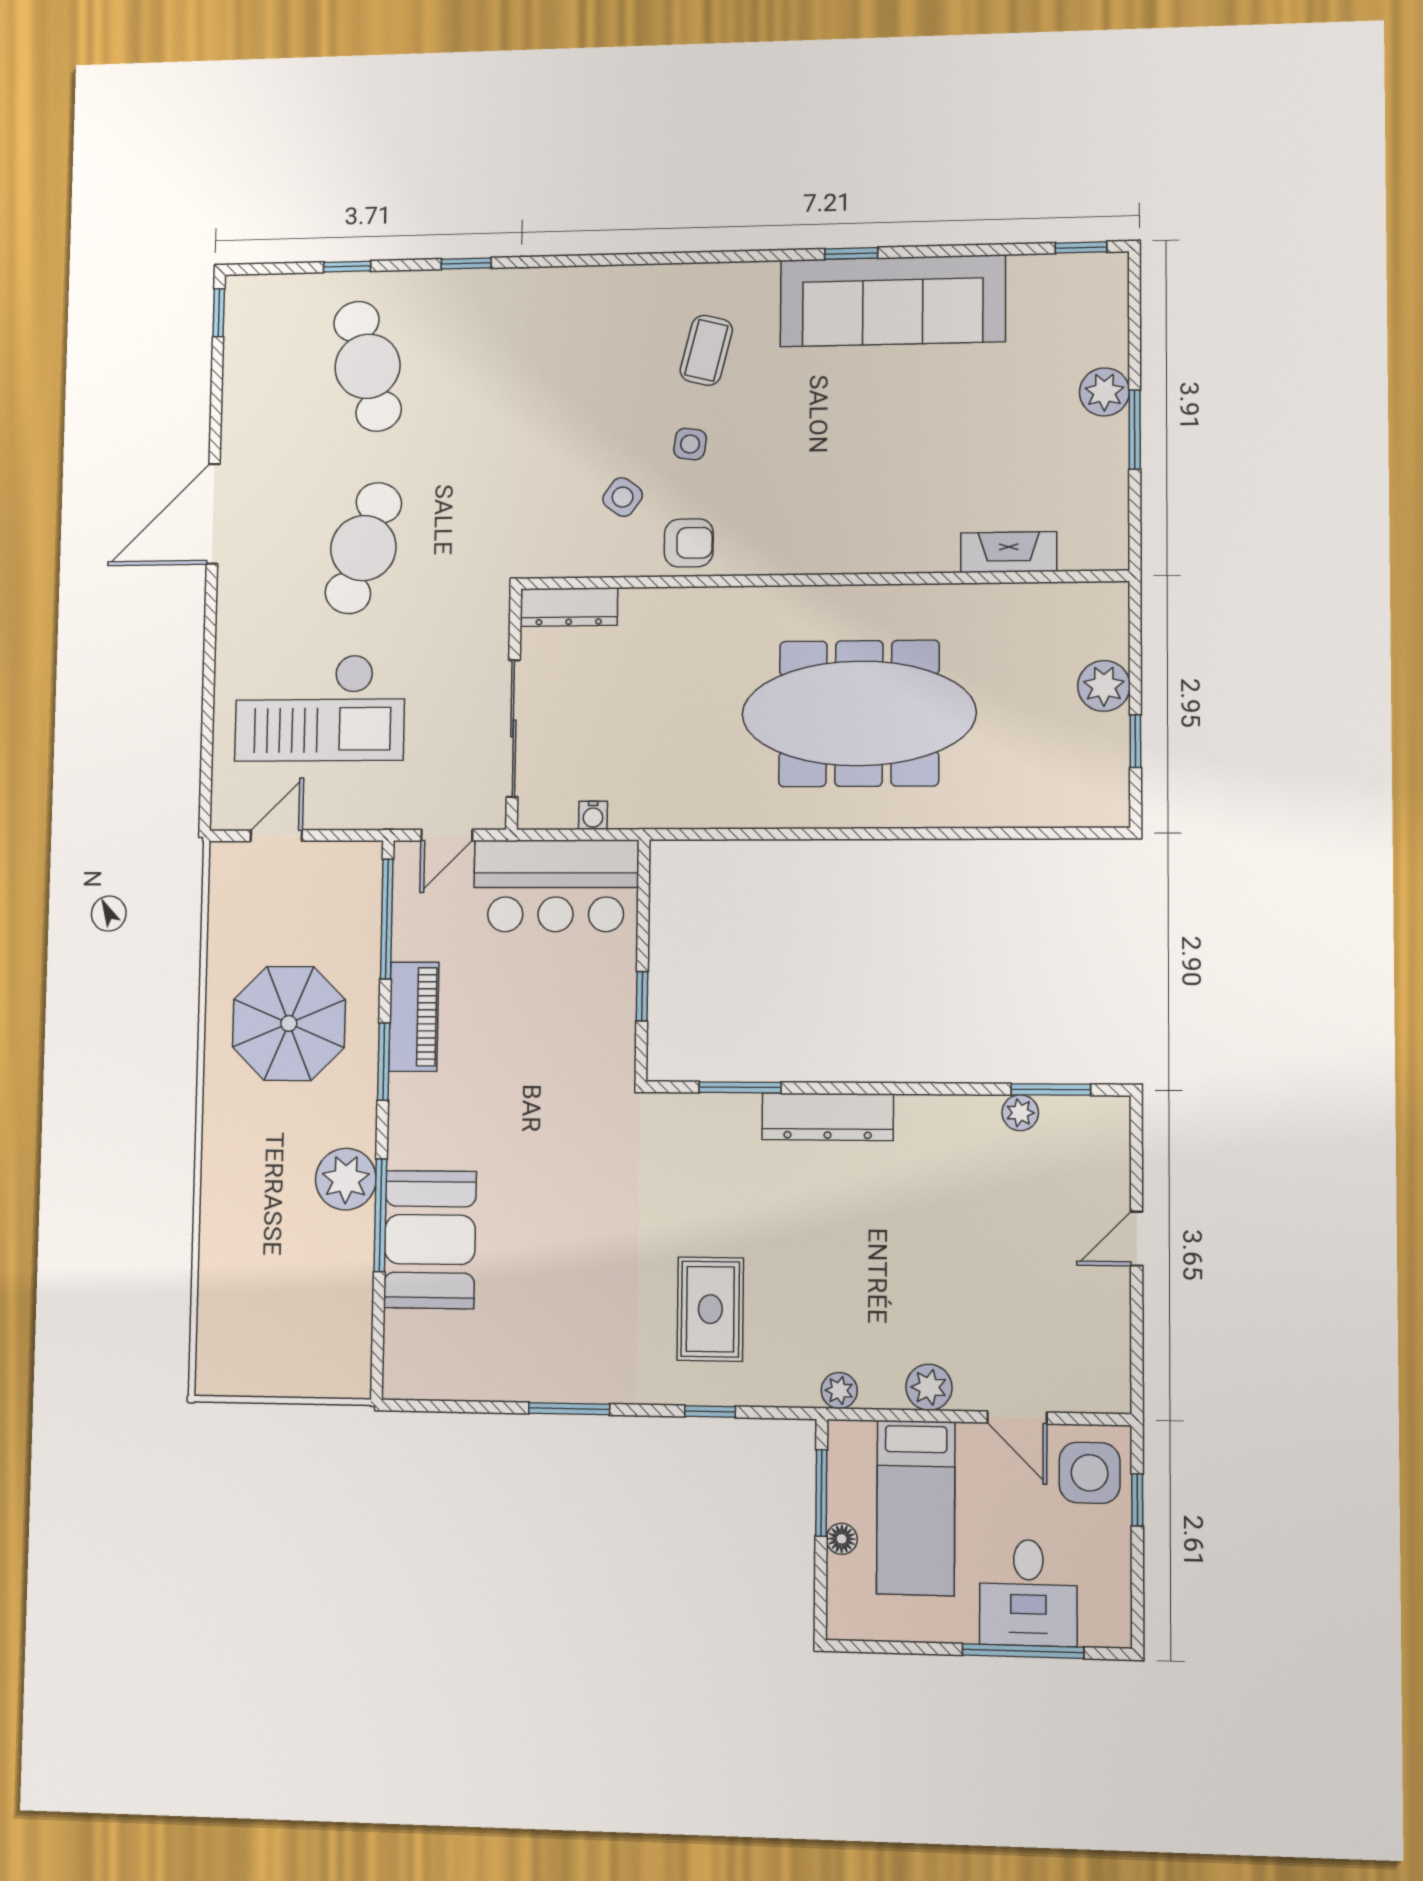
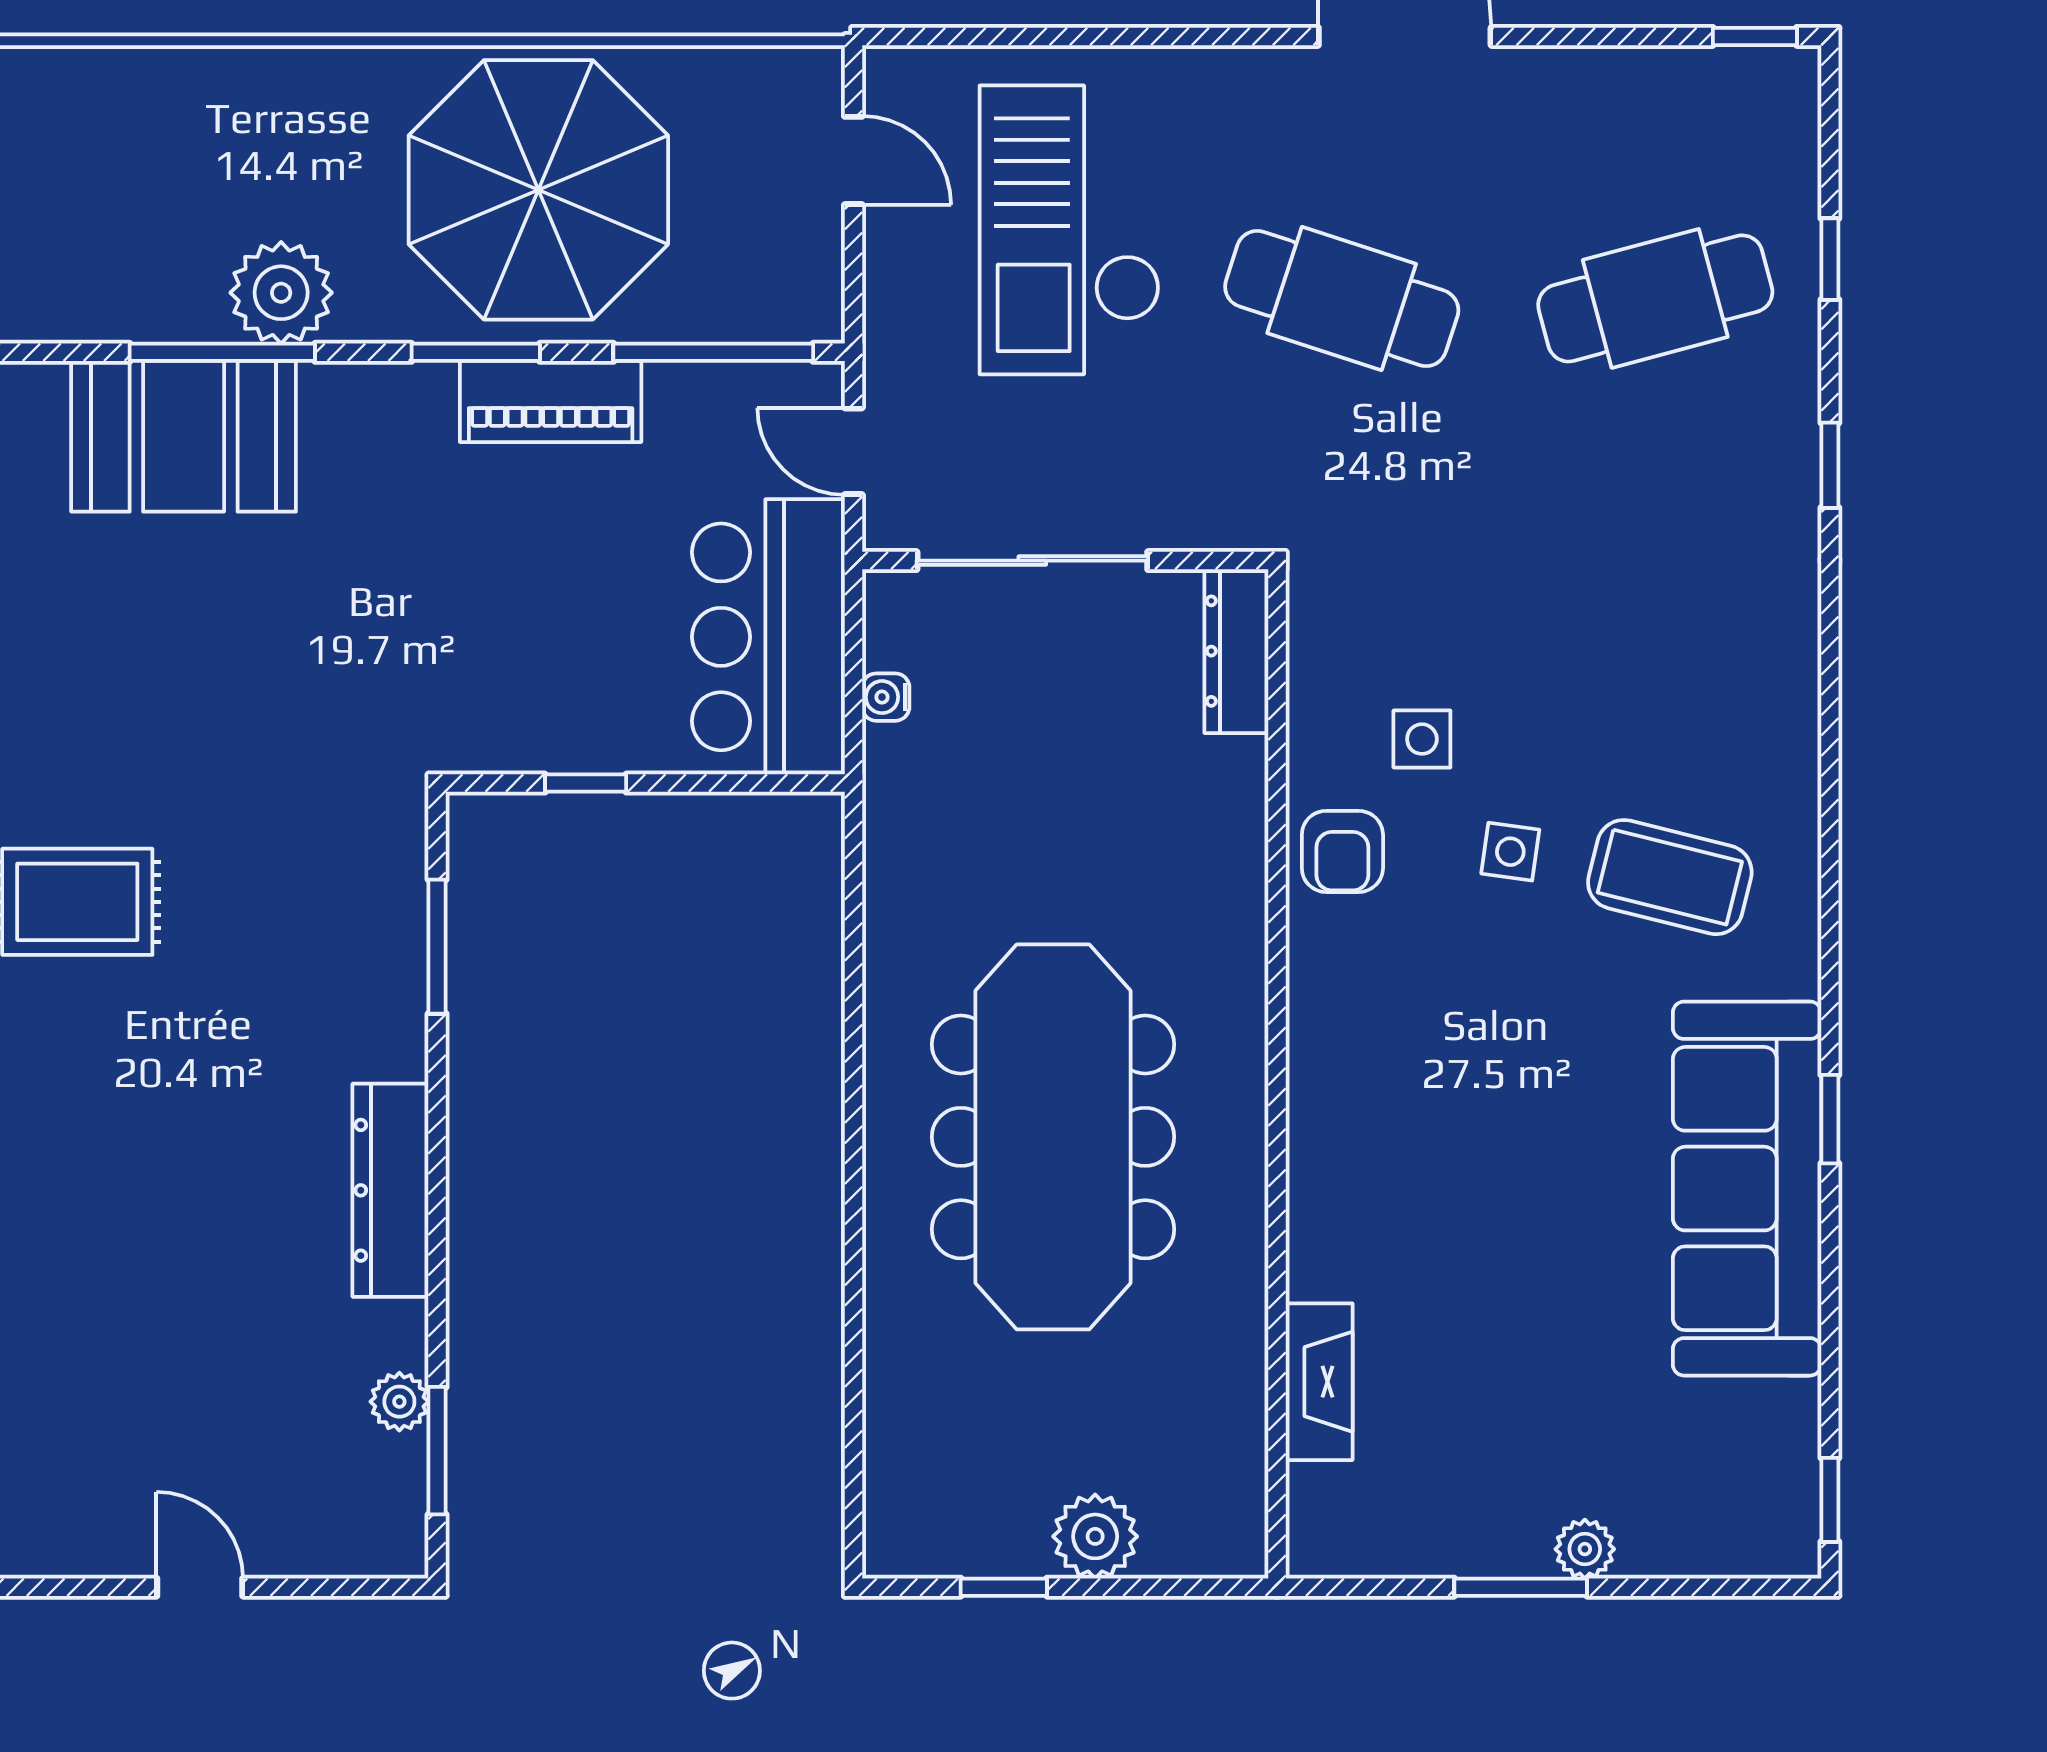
coffee table: (706, 350) -> (1670, 877), width x1.36, depth x1.30
plant: (1104, 392) -> (1585, 1549), width x0.73, depth x0.73
side table: (623, 497) -> (1422, 739), turned -36
parasol: (289, 1023) -> (538, 190), width x1.36, depth x1.36
dresser: (828, 1117) -> (390, 1190), moved

